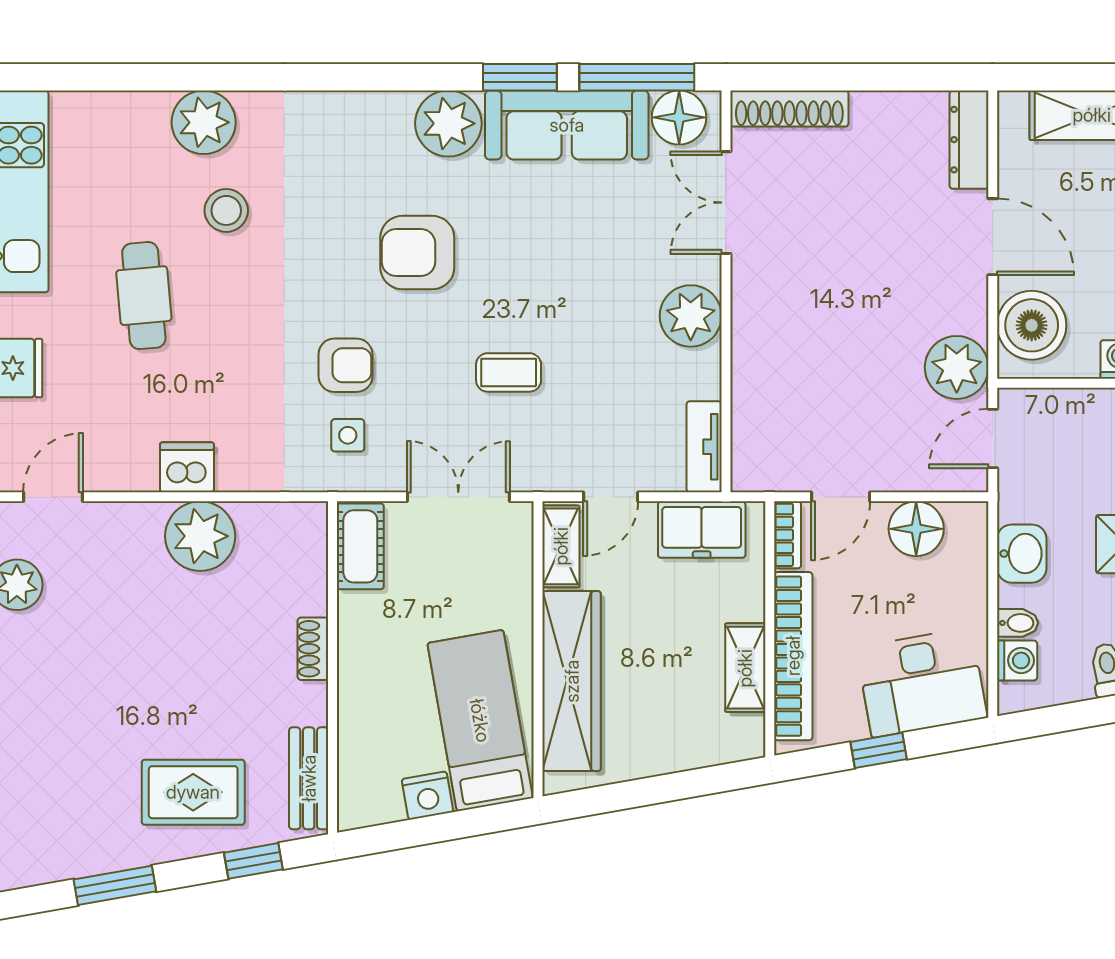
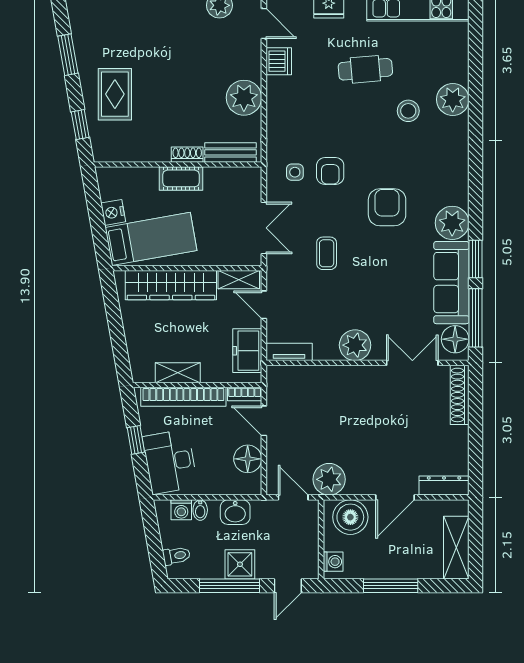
dishwasher: (187, 467) -> (279, 61), moved
cot: (360, 546) -> (181, 178), moved
bench: (309, 778) -> (231, 152), moved

